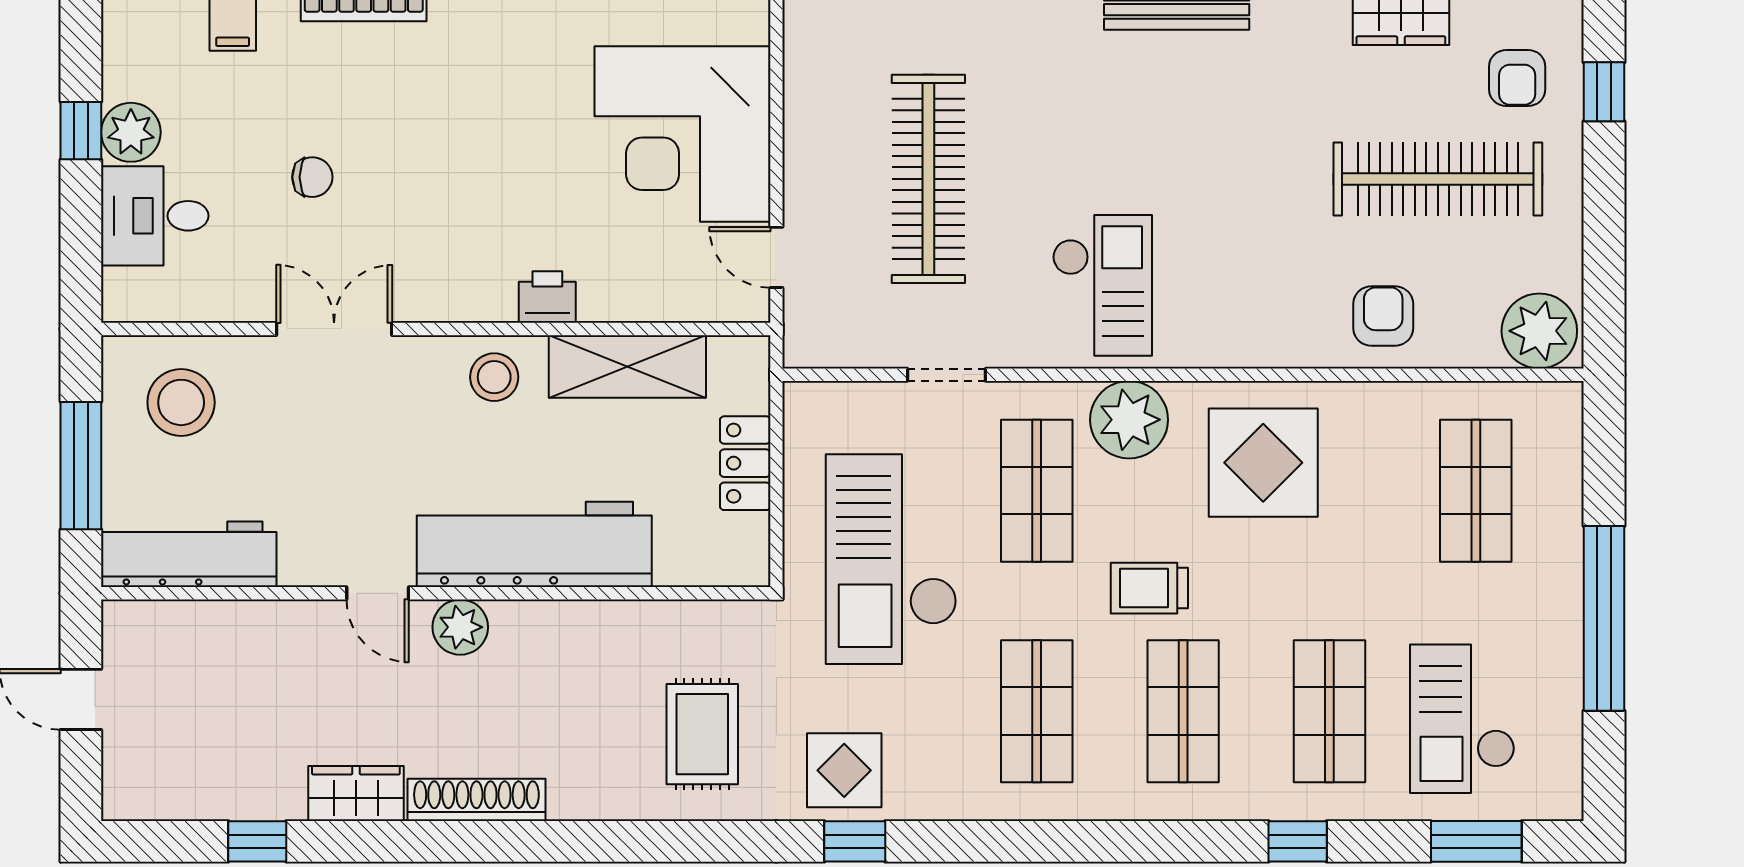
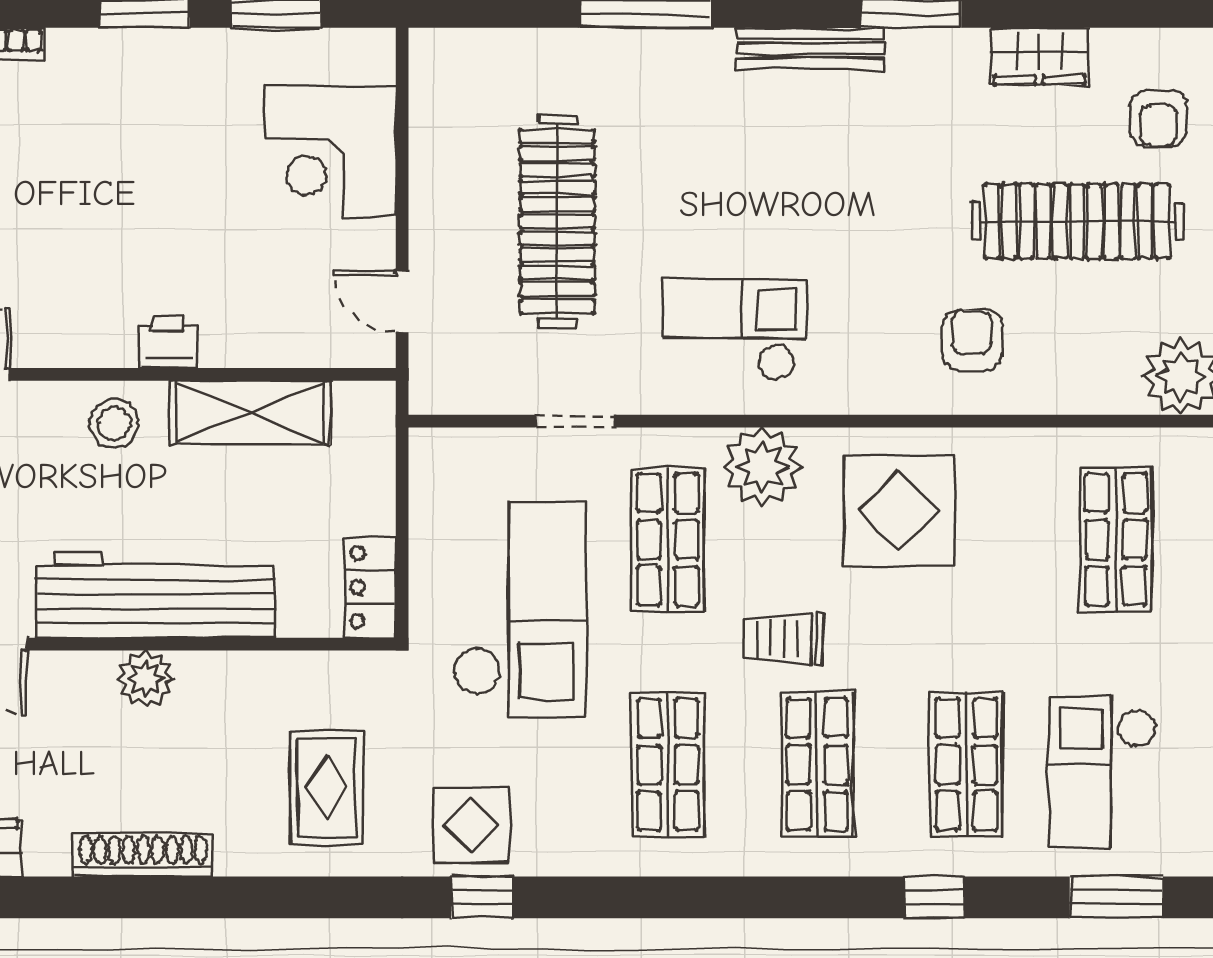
corner desk: (682, 134) -> (330, 152), width x0.74, depth x0.74
checkout: (1102, 285) -> (735, 330), turned -90
armchair: (1383, 316) -> (972, 340), moved
locker: (745, 463) -> (370, 587), moved
checkout: (891, 559) -> (519, 609), turned 180
plant: (460, 627) -> (146, 679), moved
shoe rack: (476, 800) -> (143, 855), moved

